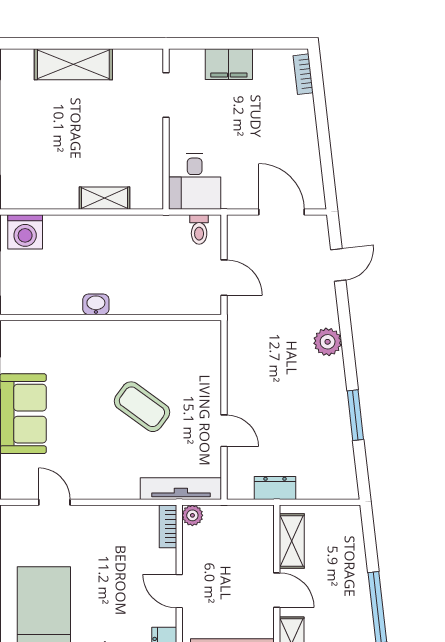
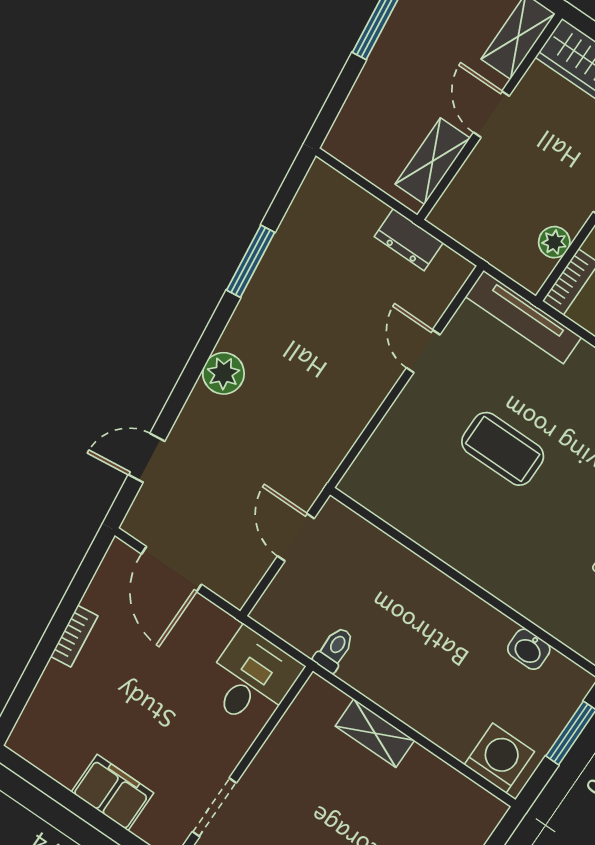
bookcase: (303, 74) -> (74, 636), moved
toilet: (199, 229) -> (334, 649), moved
washbasin: (96, 304) -> (529, 649), moved
coffee table: (142, 407) -> (503, 449), turned -36
plant: (192, 515) -> (554, 242), moved

